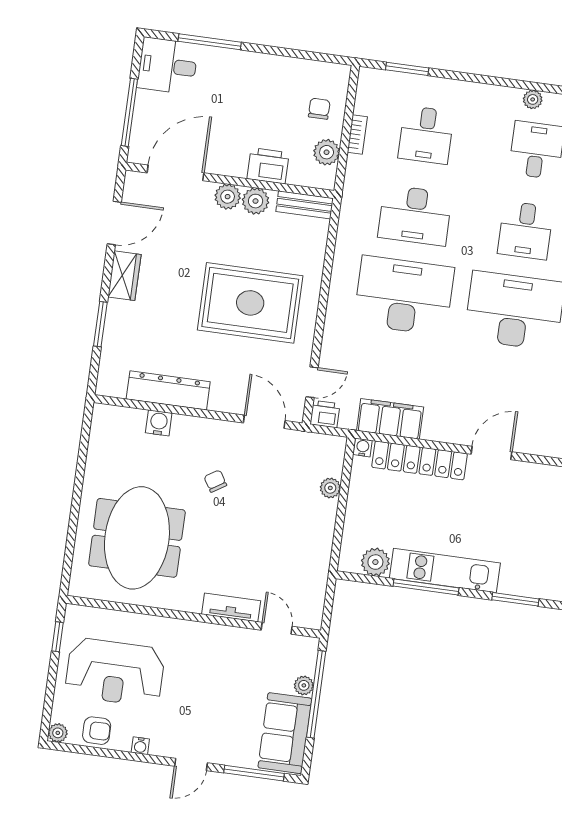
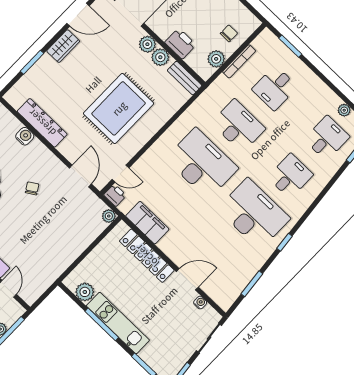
bookcase: (357, 134) -> (239, 61), width x1.56
desk: (415, 215) -> (238, 126), turned 180
desk: (525, 230) -> (290, 176), turned 180
rug: (250, 303) -> (119, 108), turned 90
water cooler: (363, 447) -> (200, 303), moved
plant: (330, 488) -> (109, 216), moved

